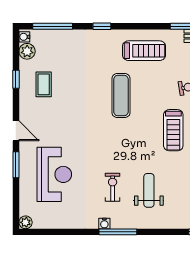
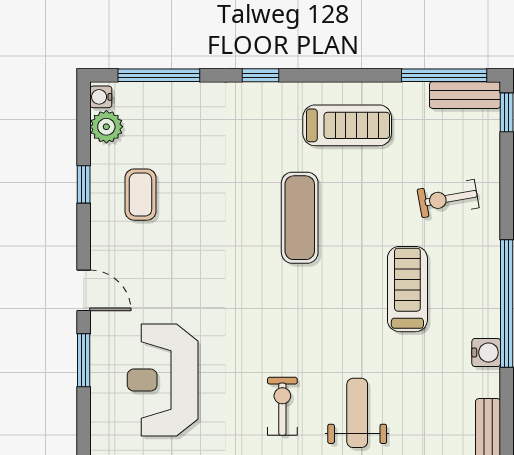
treadmill: (173, 130) -> (407, 289), turned 180
reception desk: (54, 174) -> (163, 380), turned 180

